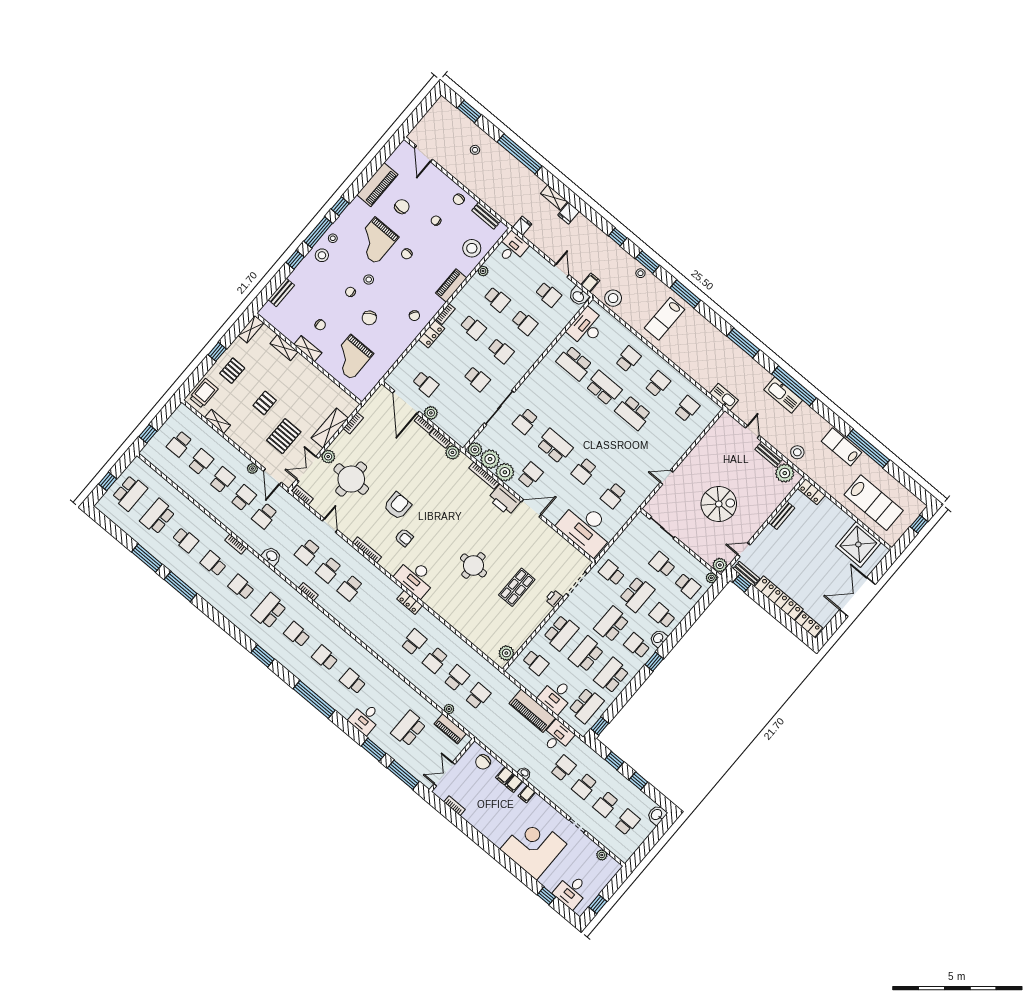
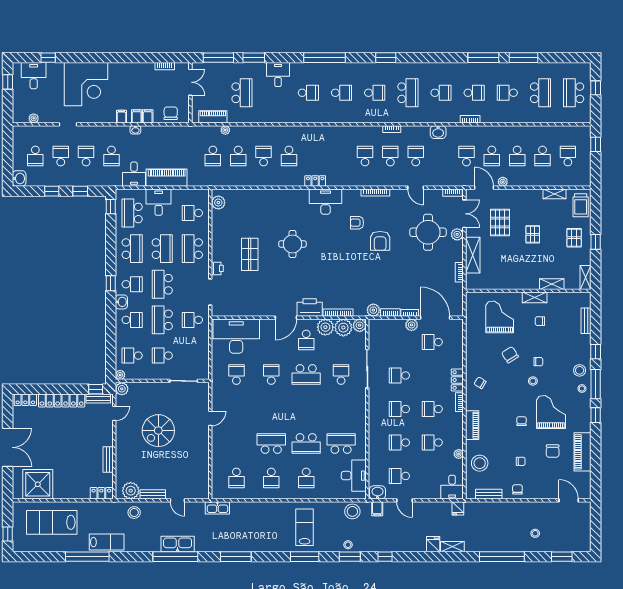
school desk: (662, 564) -> (162, 356), turned 180
school desk: (612, 573) -> (192, 320), turned 180
school desk: (612, 624) -> (162, 284), turned 180

